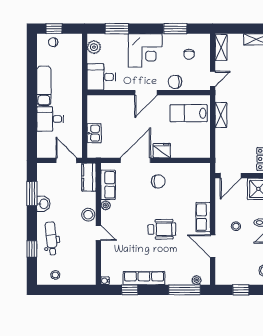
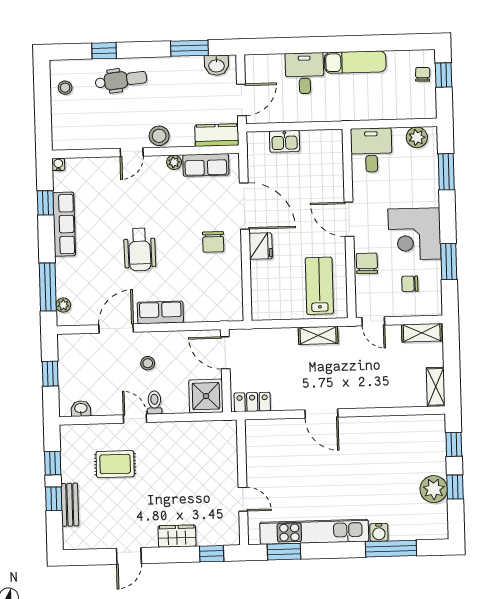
corner desk: (145, 50) -> (414, 234), moved
washbasin: (43, 204) -> (216, 65), moved

